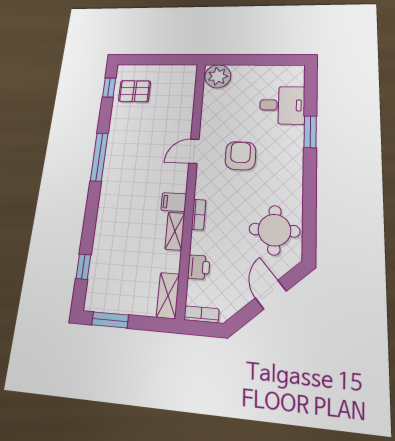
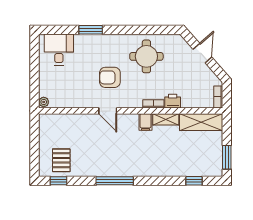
plant: (218, 76) -> (44, 102), width x0.53, depth x0.53
desk: (282, 105) -> (59, 50), moved
round table: (274, 230) -> (146, 56), moved
printer: (199, 267) -> (173, 101), moved
door: (271, 295) -> (202, 53), swing flipped
shelving: (168, 296) -> (201, 122), width x1.50, depth x1.33

